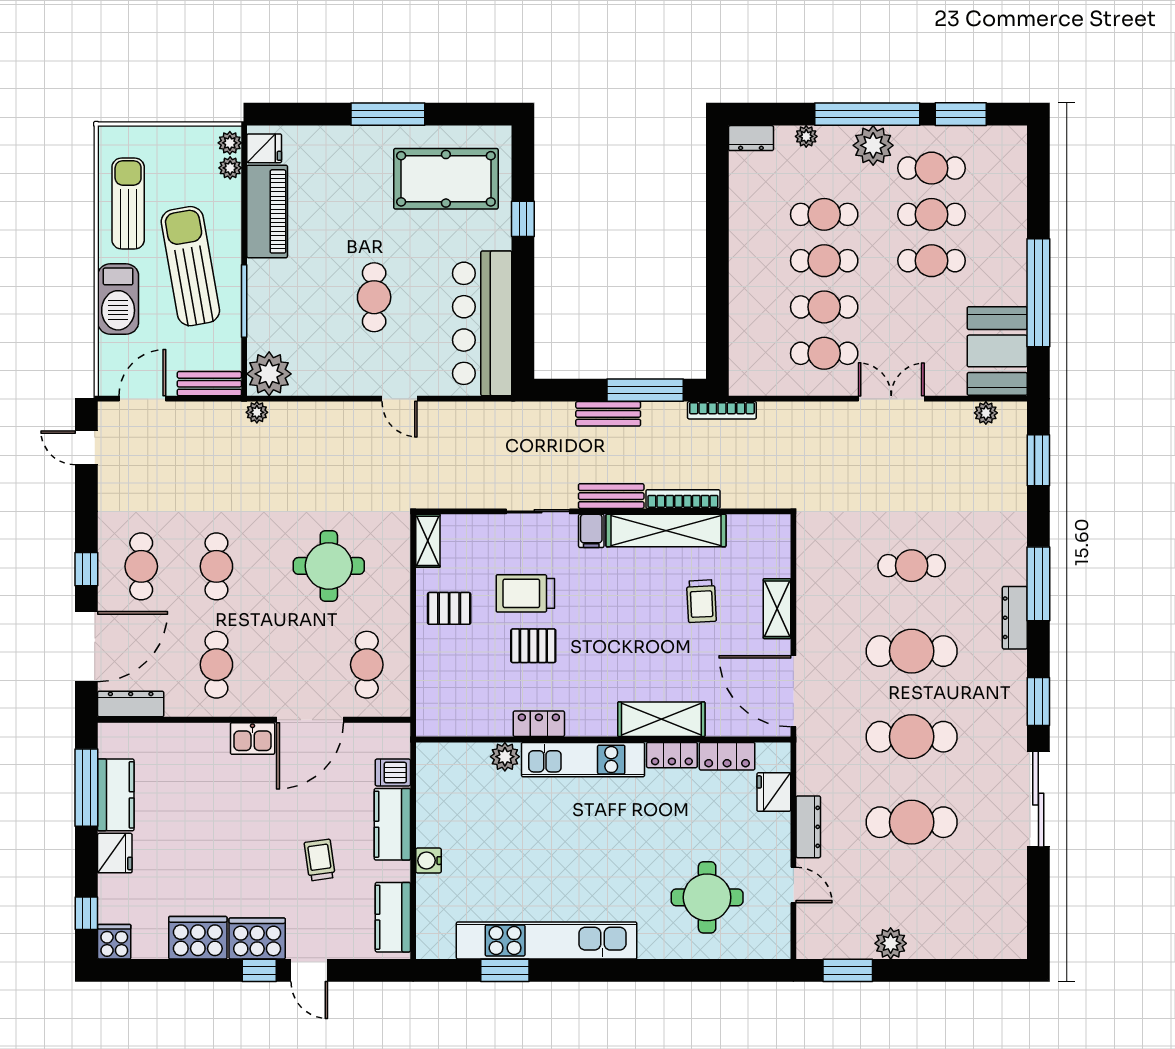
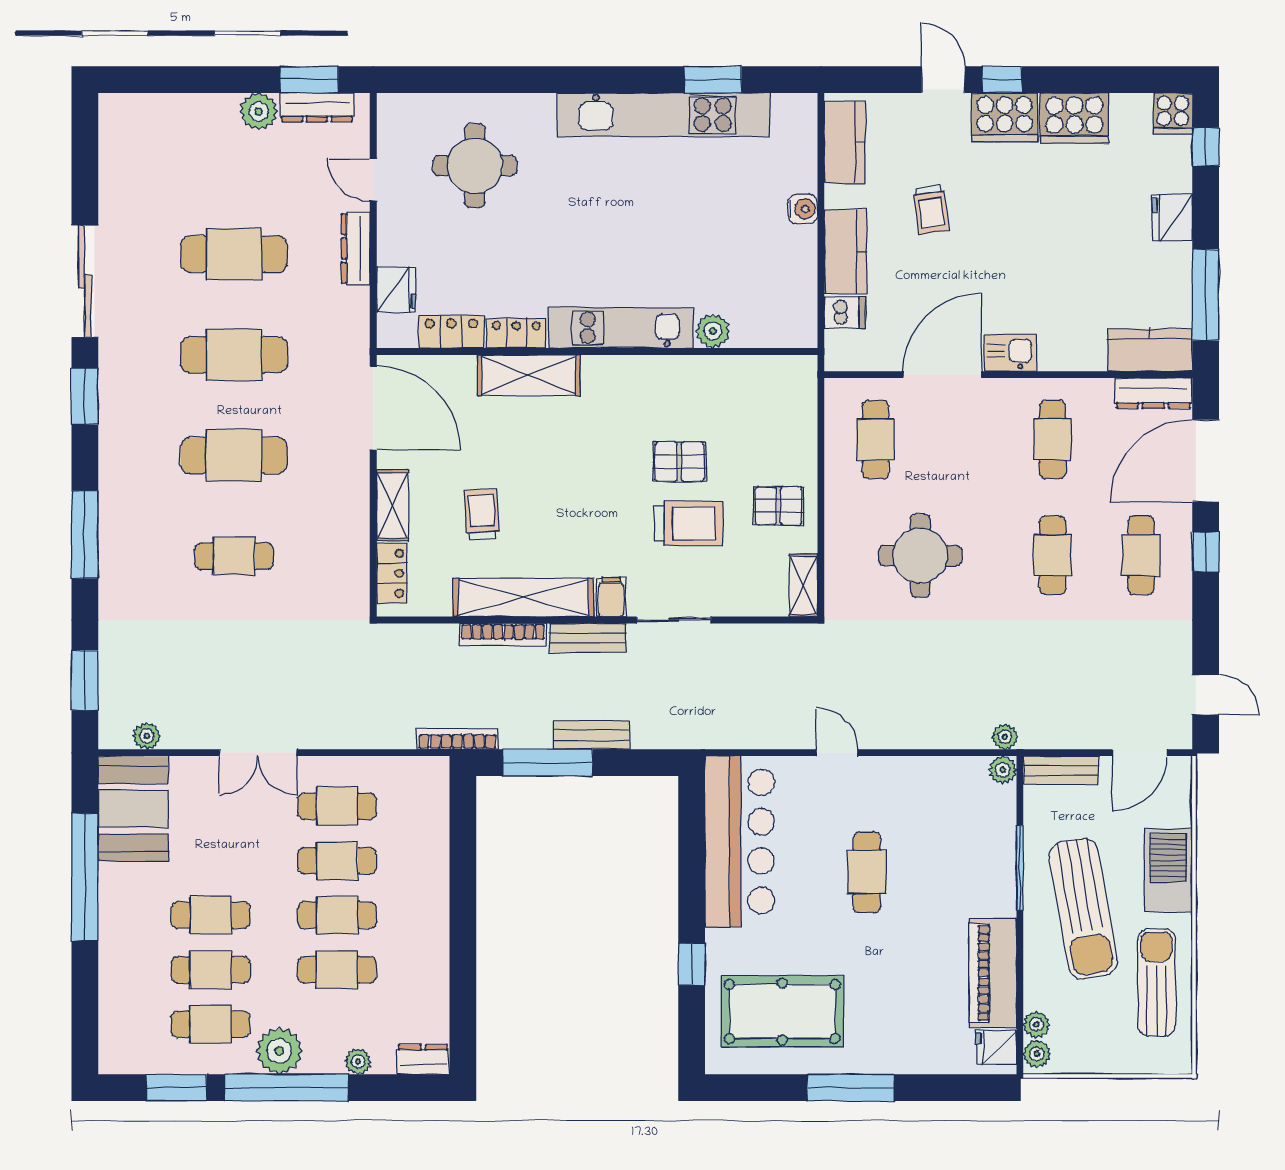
sun lounger: (128, 203) -> (1157, 982), turned 180
plant: (269, 374) -> (1003, 770), width x0.53, depth x0.53
dresser: (1015, 618) -> (317, 107), moved, turned 90
locker: (539, 724) -> (392, 573), moved, turned -90
kitchen counter: (116, 795) -> (1150, 350), moved, turned 90

